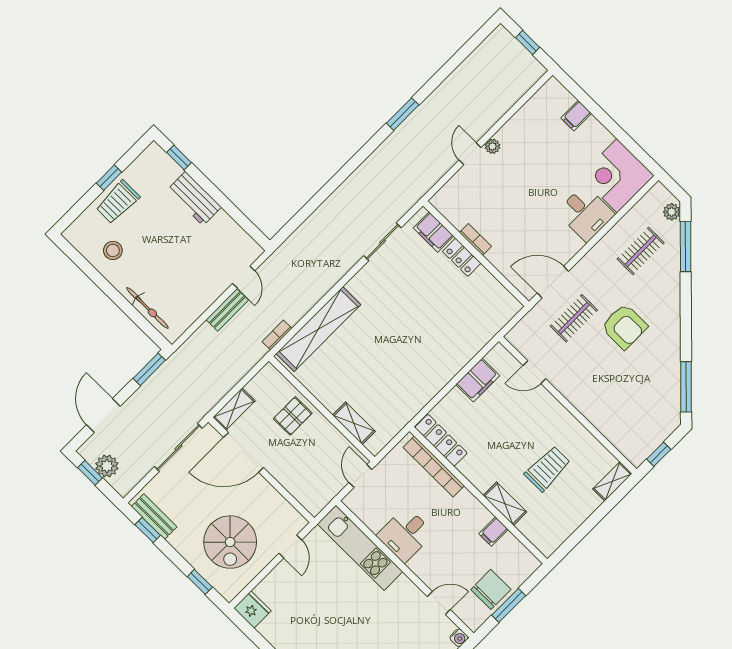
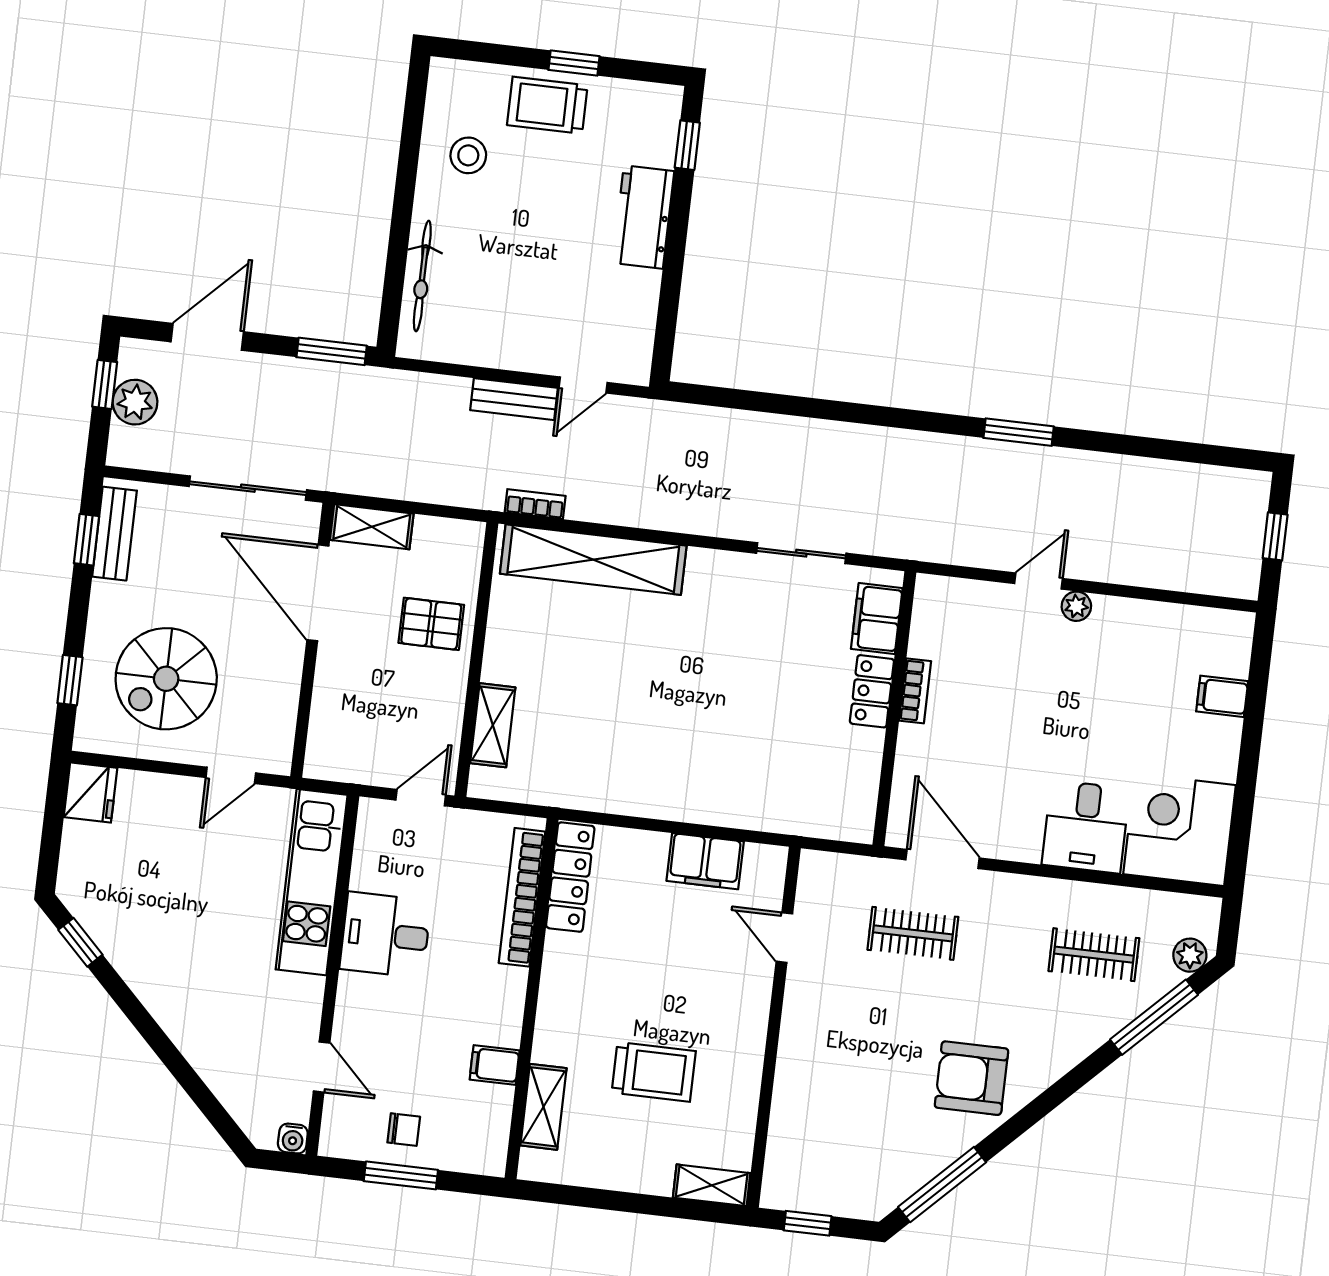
armchair: (624, 326) -> (972, 1078), moved, turned 90
shelving: (505, 504) -> (543, 1107), moved
chair: (491, 589) -> (404, 1130), width x0.54, depth x0.54

